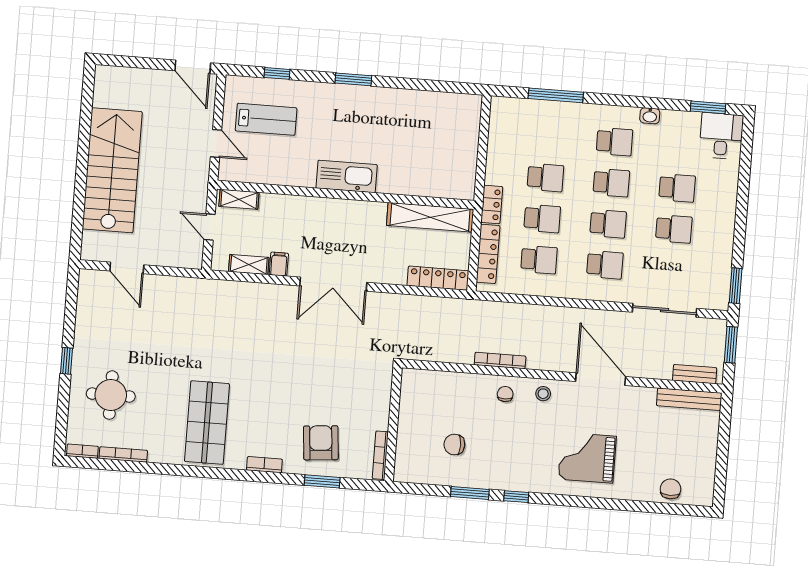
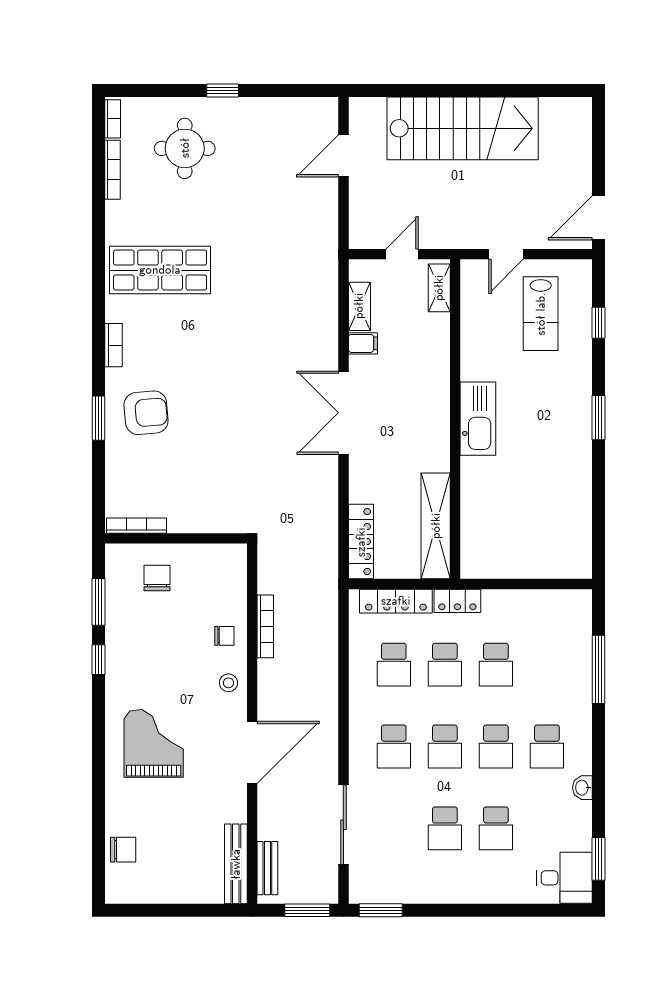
wall: (393, 424) -> (176, 538), moved
bookcase: (380, 455) -> (137, 526), moved

